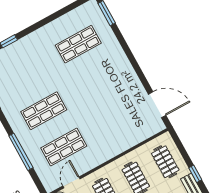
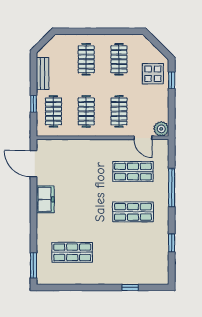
freezer: (129, 78) -> (45, 199), added
window: (195, 174) -> (34, 104), moved
door: (71, 182) -> (143, 138), hinge flipped

